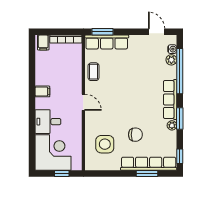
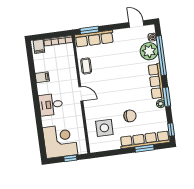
plant: (171, 60) -> (149, 51), width x1.87, depth x1.87
filing cabinet: (42, 91) -> (42, 77), moved
desk: (48, 122) -> (51, 105), moved

